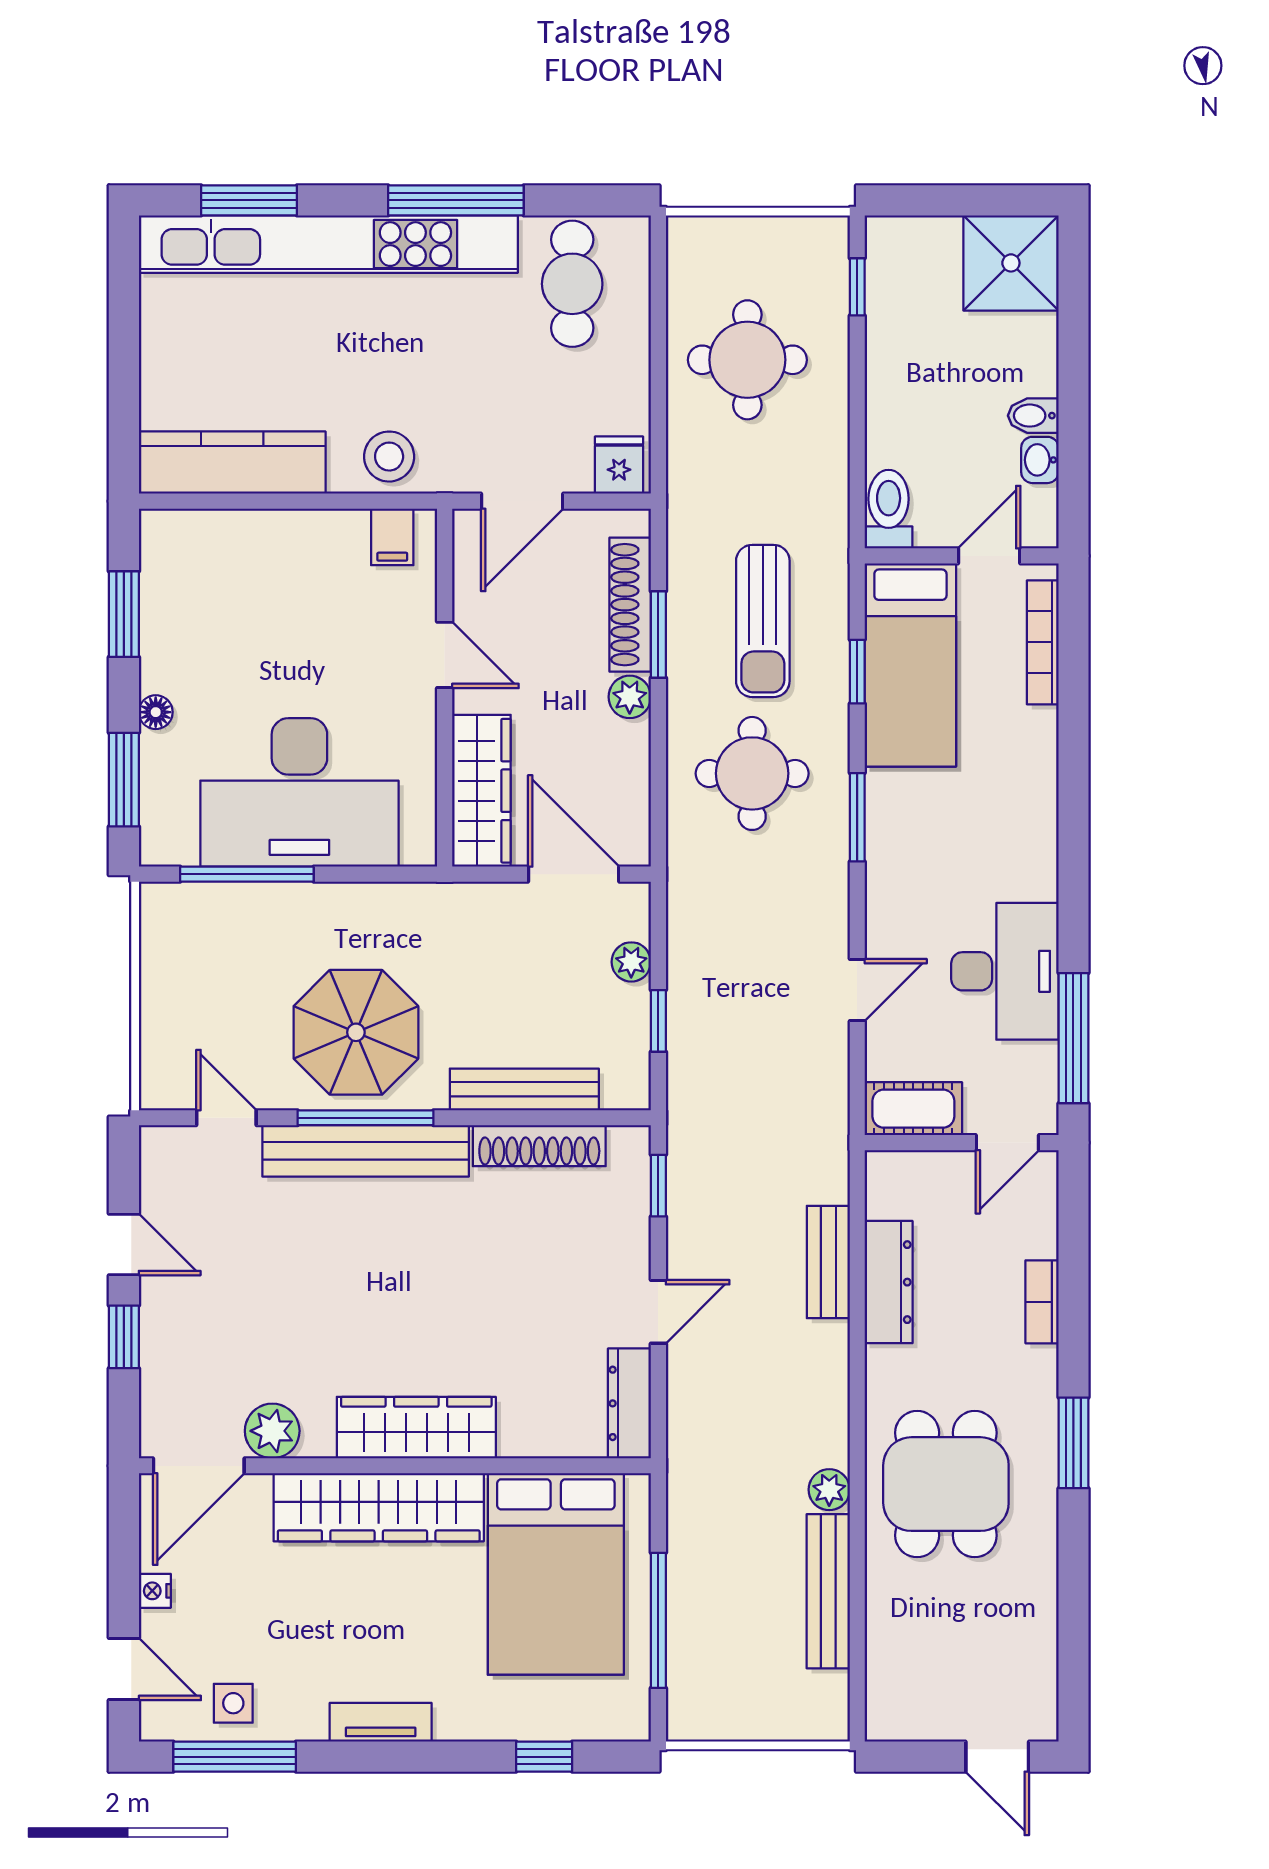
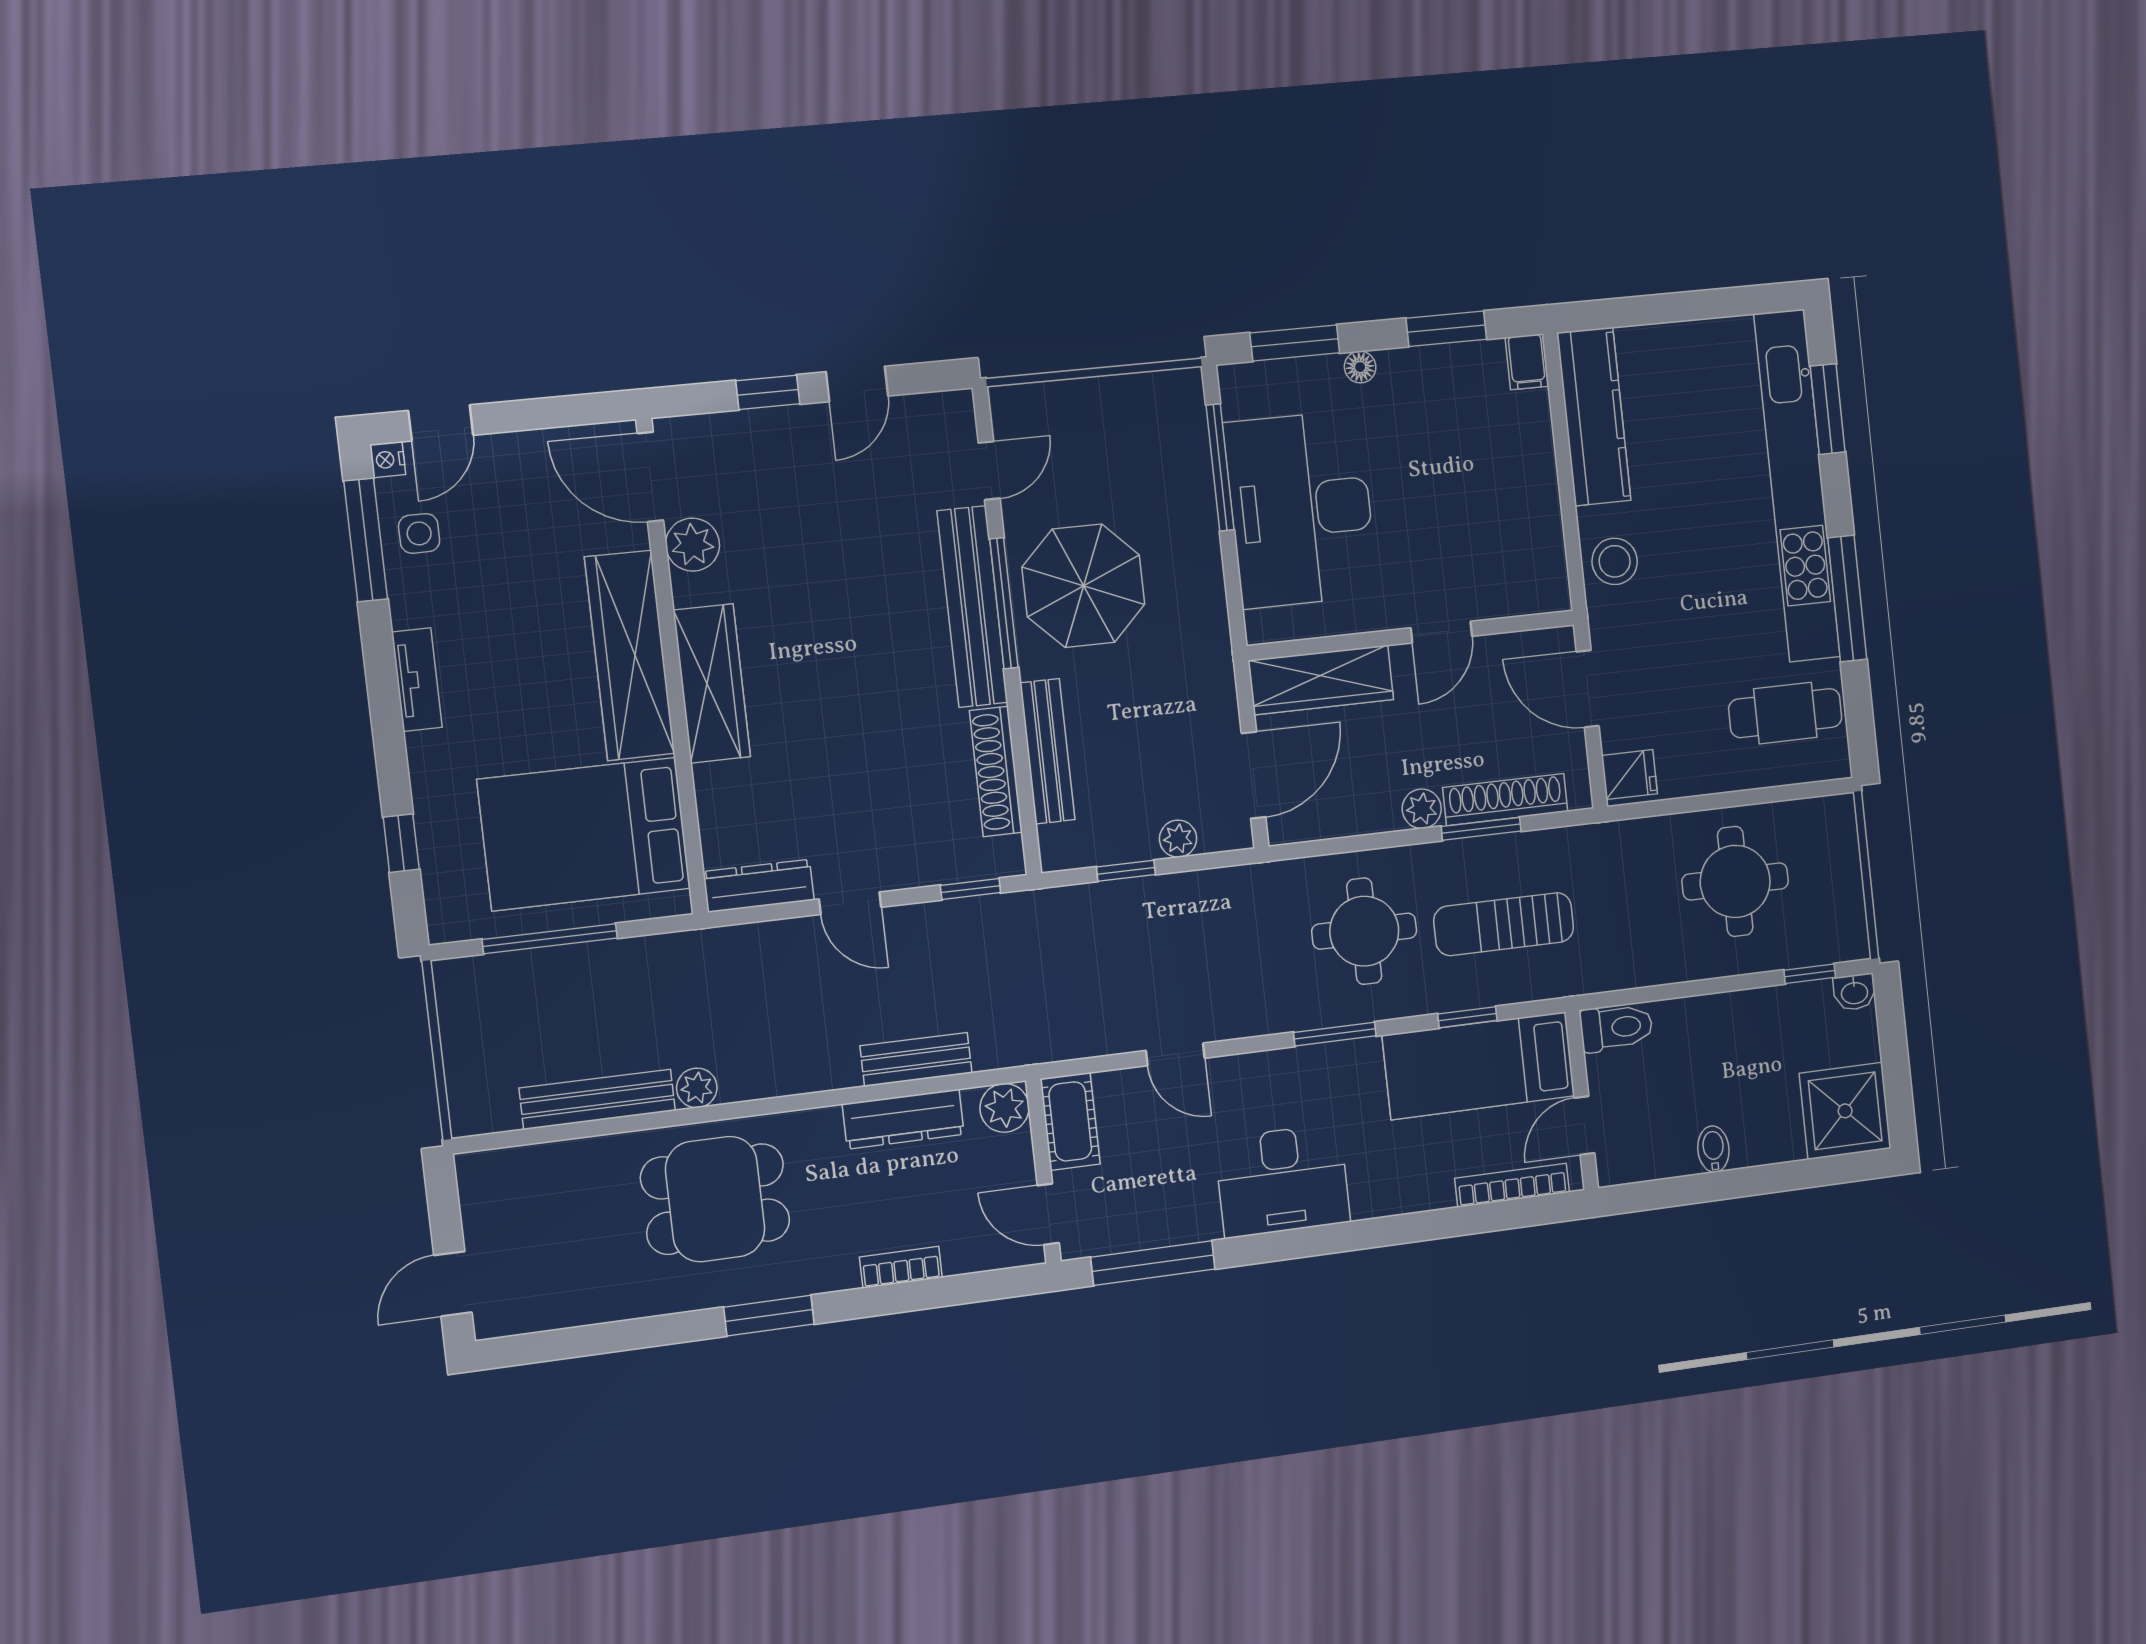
washbasin: (1040, 460) -> (1854, 992), moved, turned 180
filing cabinet: (392, 537) -> (1527, 362), moved, turned -90
door: (989, 556) -> (1584, 1125), swing flipped
desk: (1005, 971) -> (1282, 1181), moved
plant: (890, 1176) -> (1005, 1108), added
nightstand: (155, 1591) -> (388, 460), moved, turned -90

